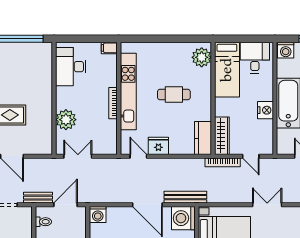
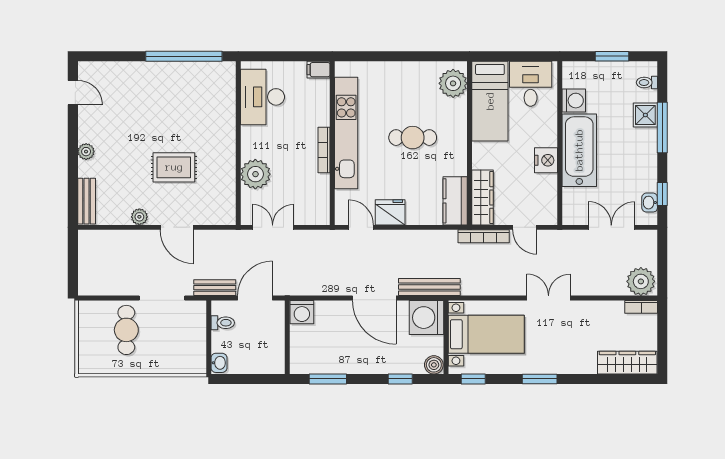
washing machine: (286, 50) -> (574, 101), moved, turned -90

